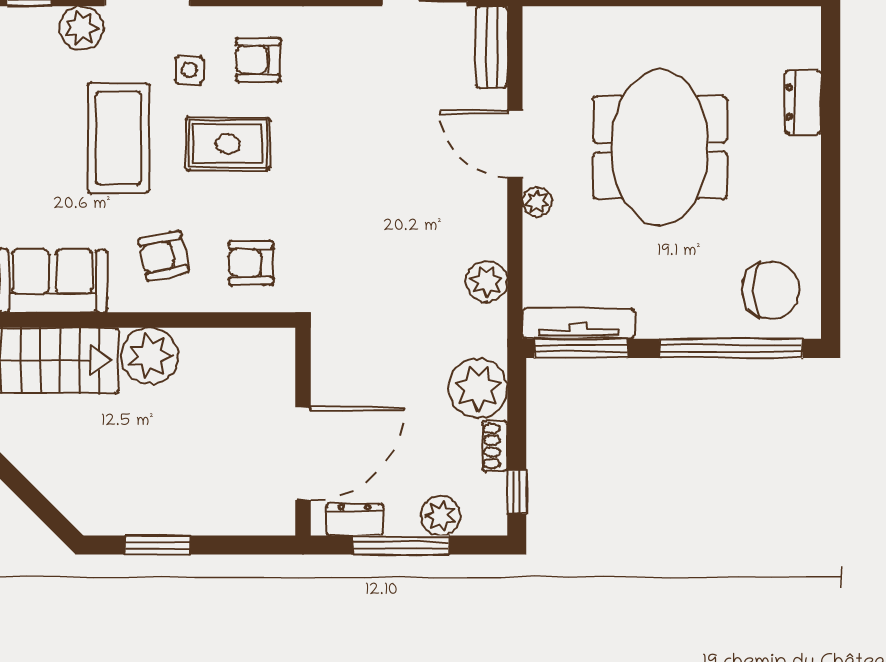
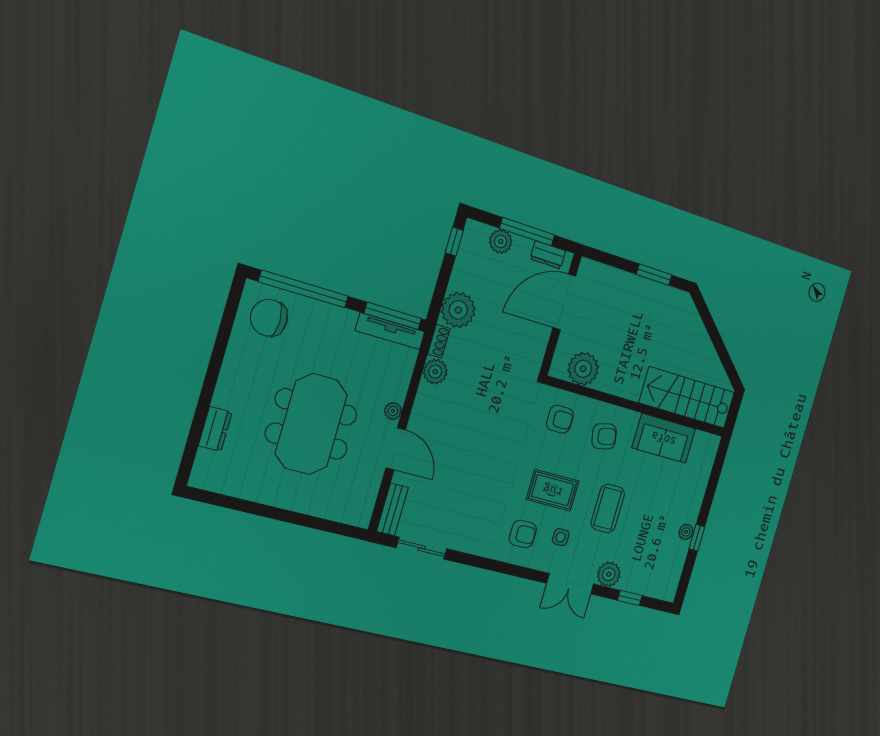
coffee table: (119, 138) -> (608, 508), width x0.73, depth x0.76
plant: (150, 356) -> (583, 369), moved
shoe rack: (495, 446) -> (439, 341), moved

